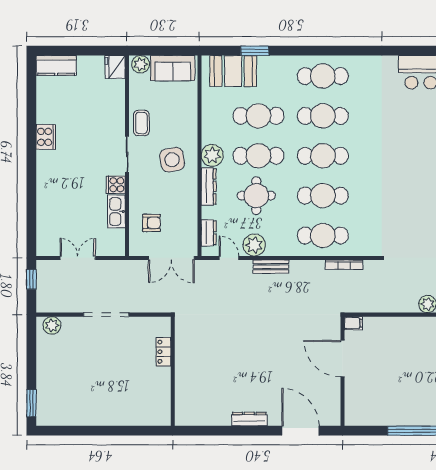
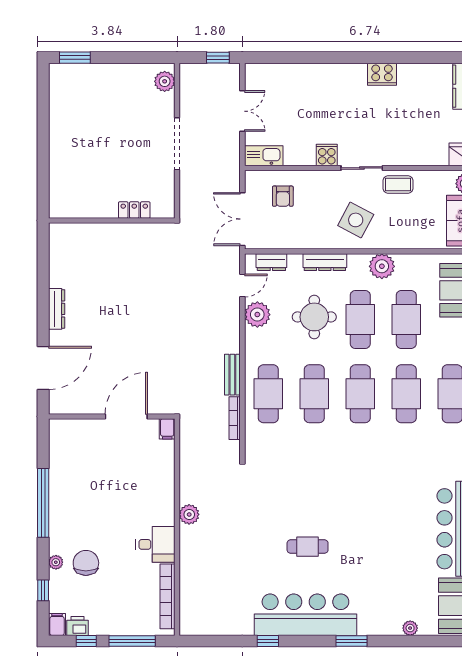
plant: (212, 155) -> (382, 266), moved
side table: (172, 160) -> (356, 220), turned 38
kitchen sink: (116, 212) -> (264, 156), moved
bench: (271, 267) -> (232, 375), moved

